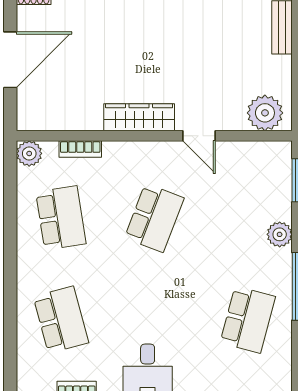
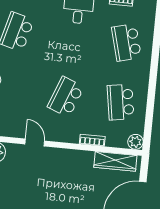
wardrobe: (139, 117) -> (115, 161), moved
bookcase: (80, 149) -> (92, 140), moved

